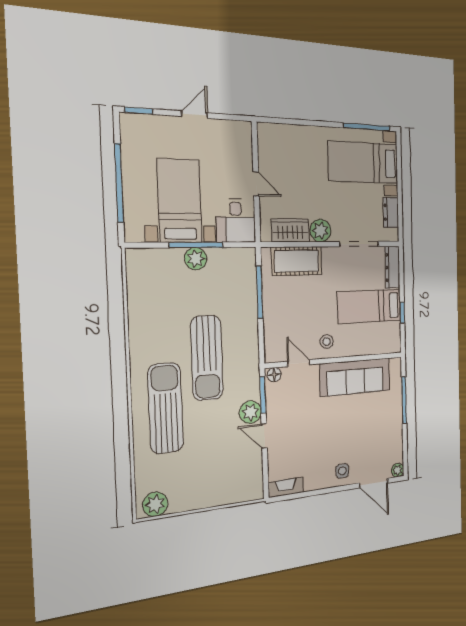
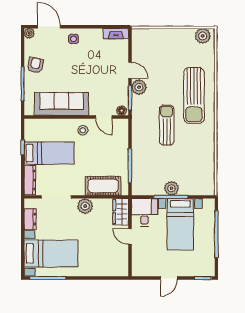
wardrobe: (290, 230) -> (121, 212), moved, turned 90
sun lounger: (207, 358) -> (167, 125), width x0.73, depth x0.75
armchair: (389, 428) -> (35, 65), added

